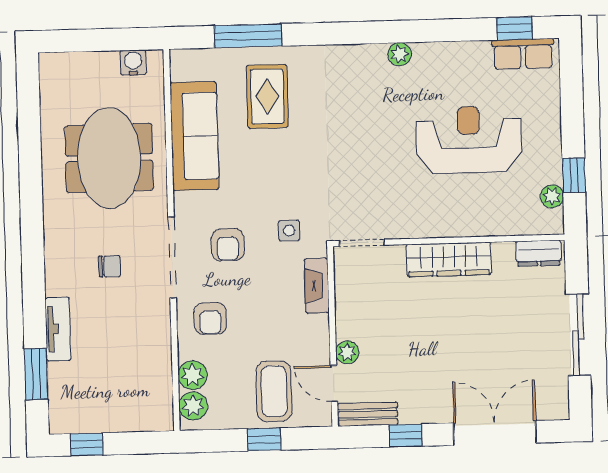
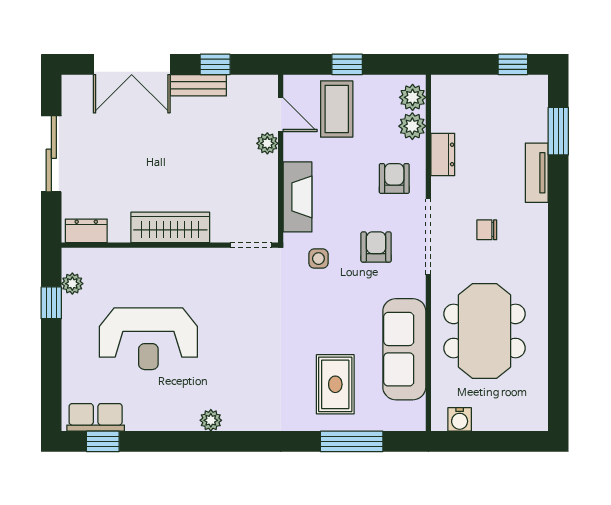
fireplace: (317, 286) -> (298, 197), width x1.37, depth x1.32
dresser: (159, 346) -> (443, 154), added
bench: (368, 414) -> (198, 85), moved

